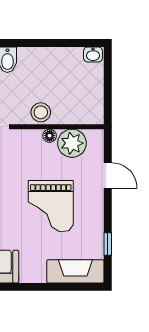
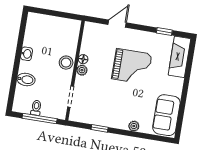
washbasin: (93, 54) -> (27, 54), moved
plant: (72, 143) -> (82, 70), moved, width x0.53, depth x0.53

